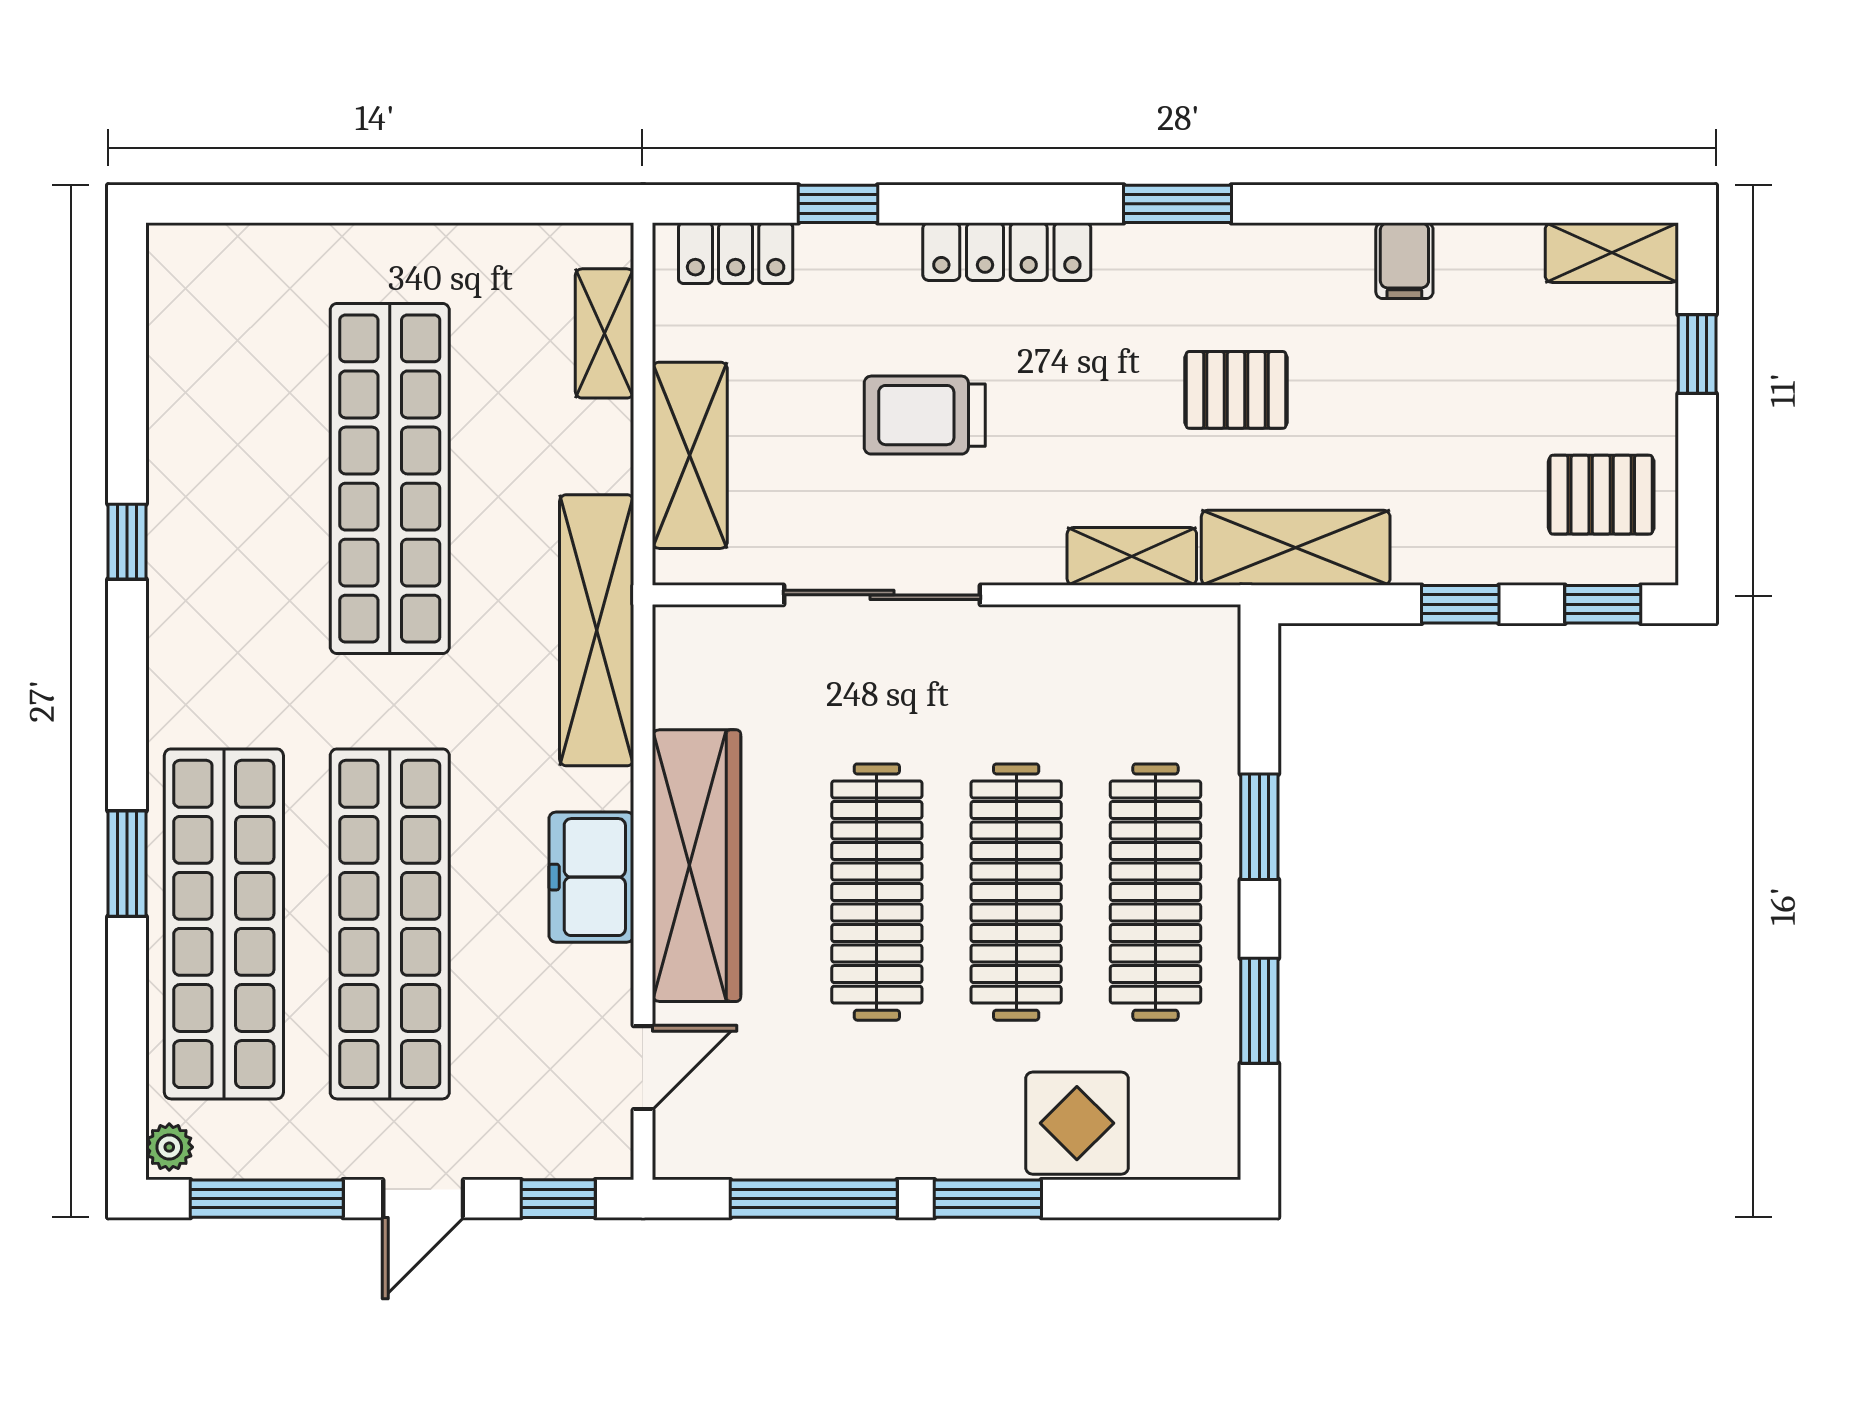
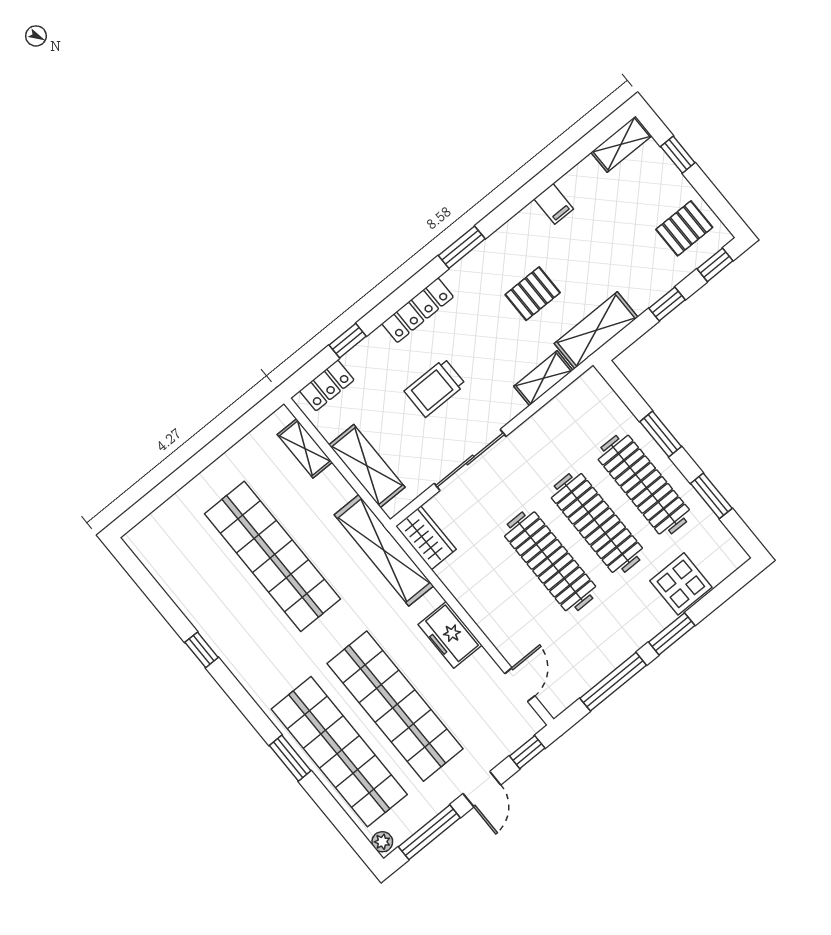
wardrobe: (696, 866) -> (426, 538), moved, width x0.48, depth x0.85

